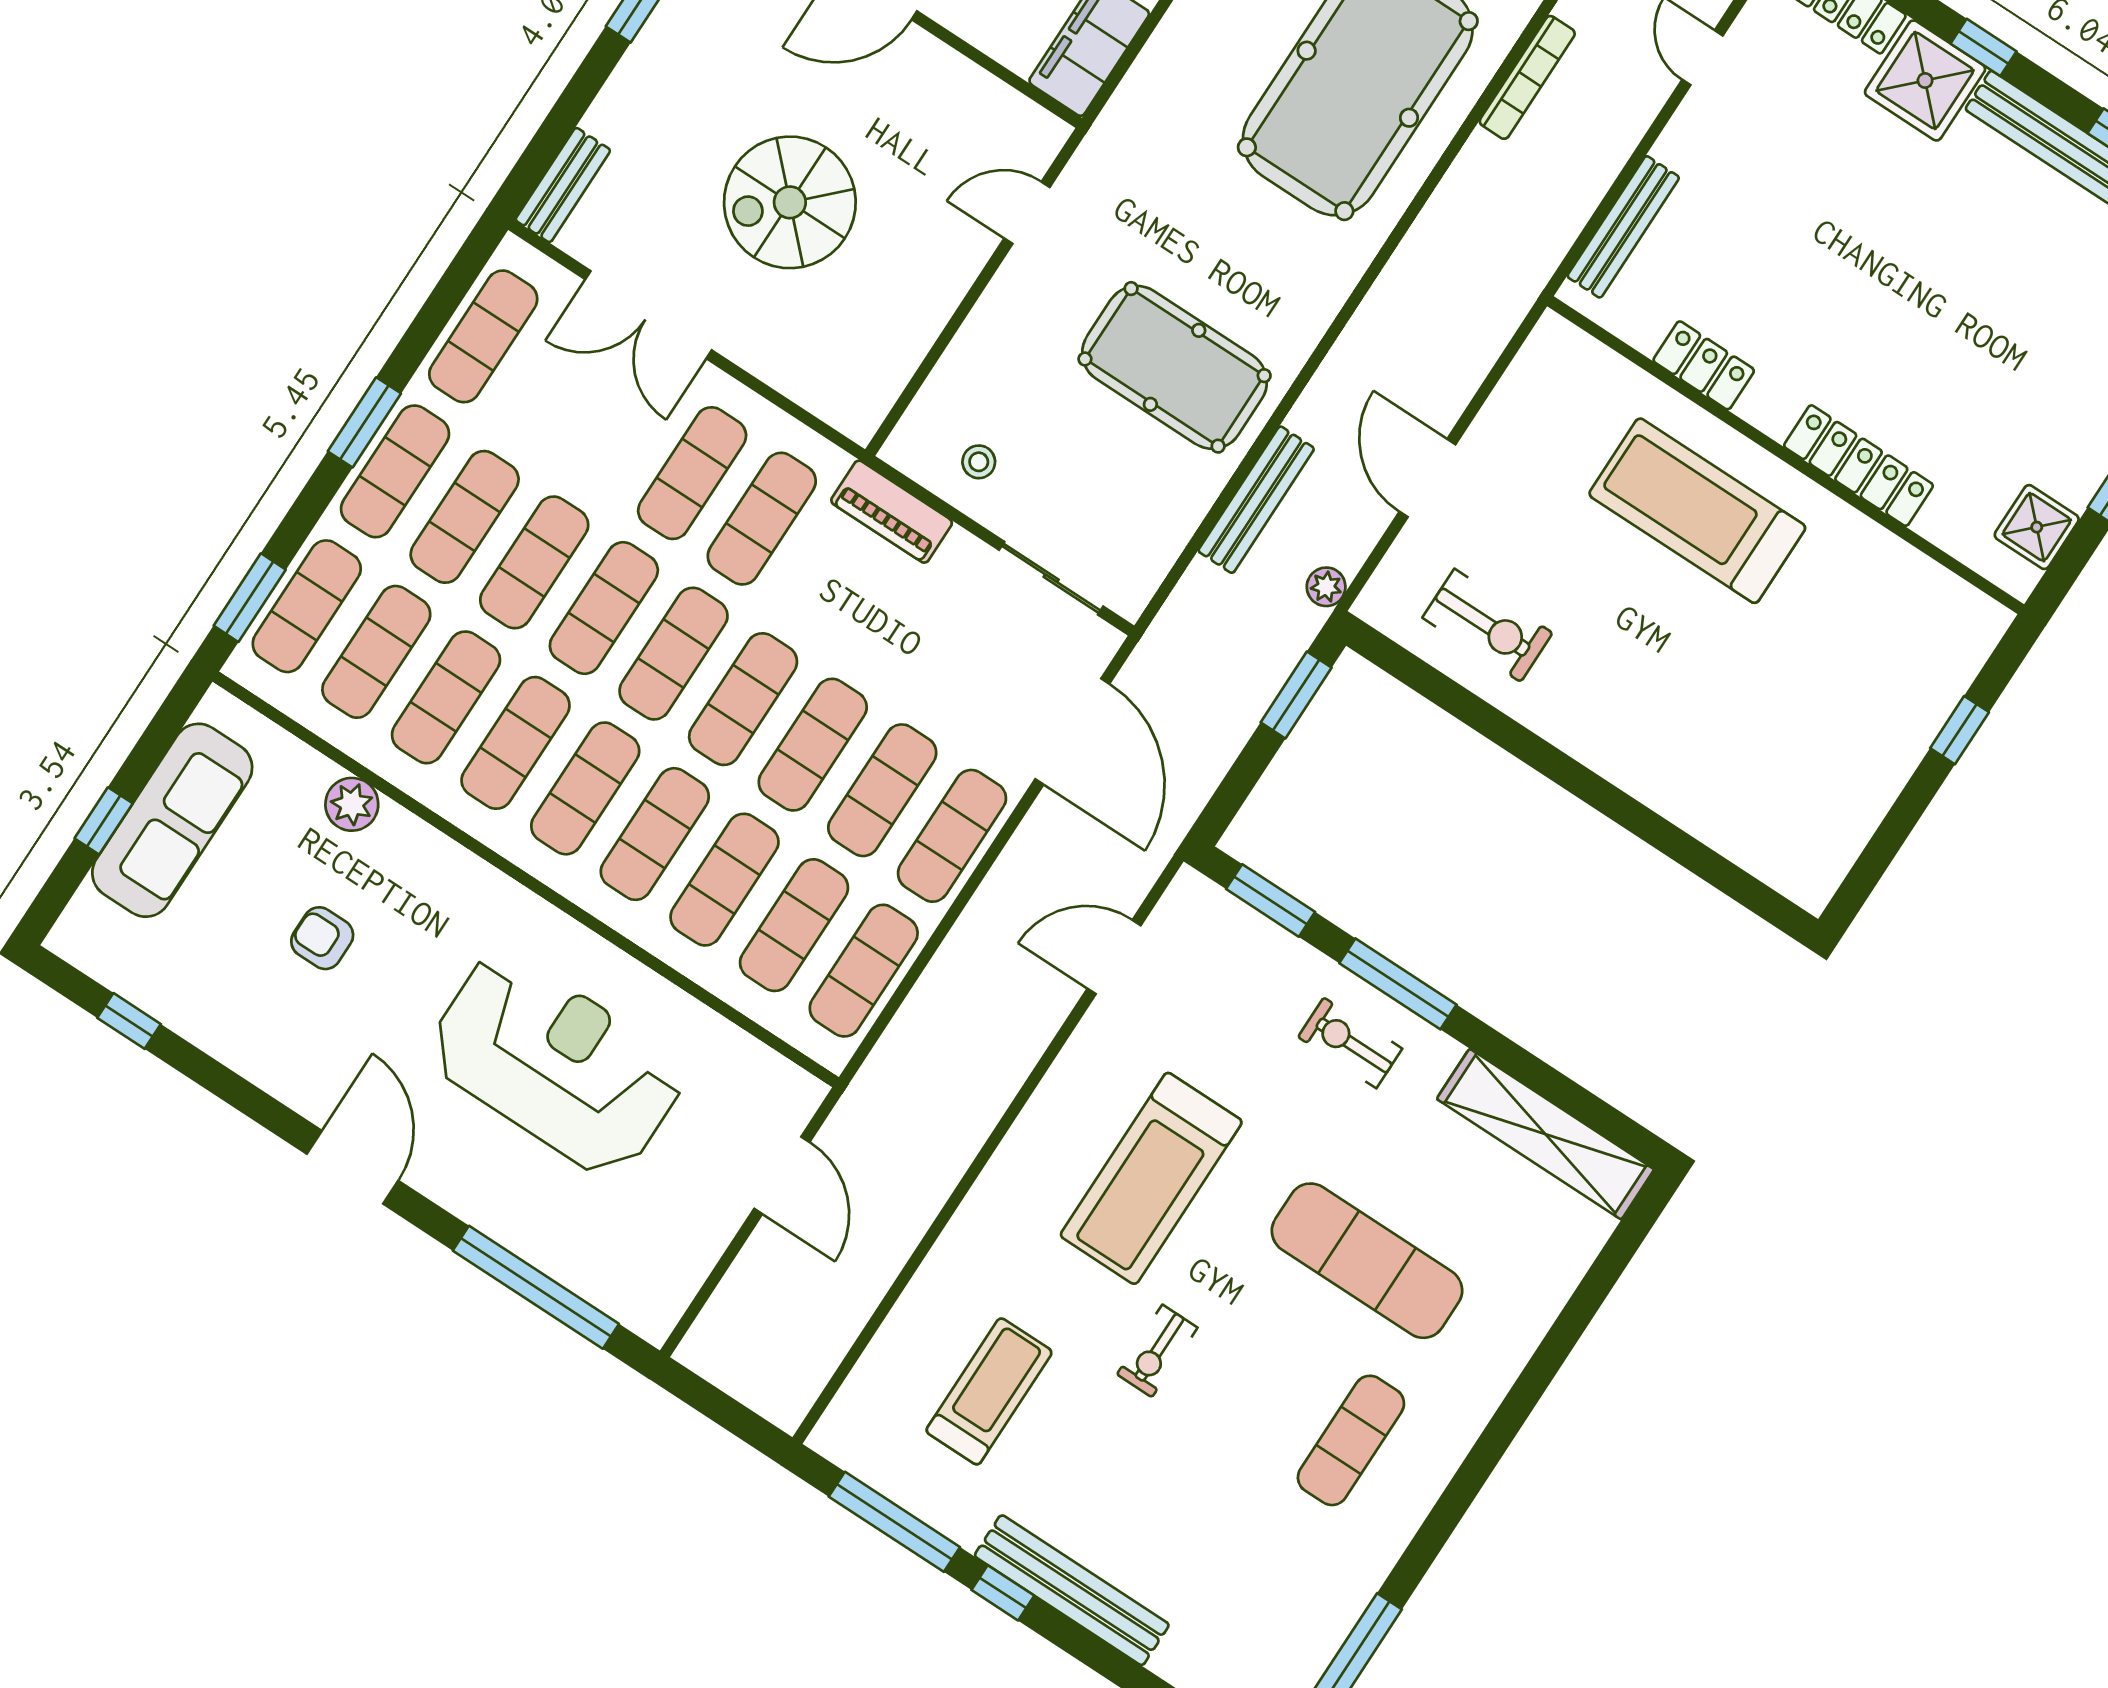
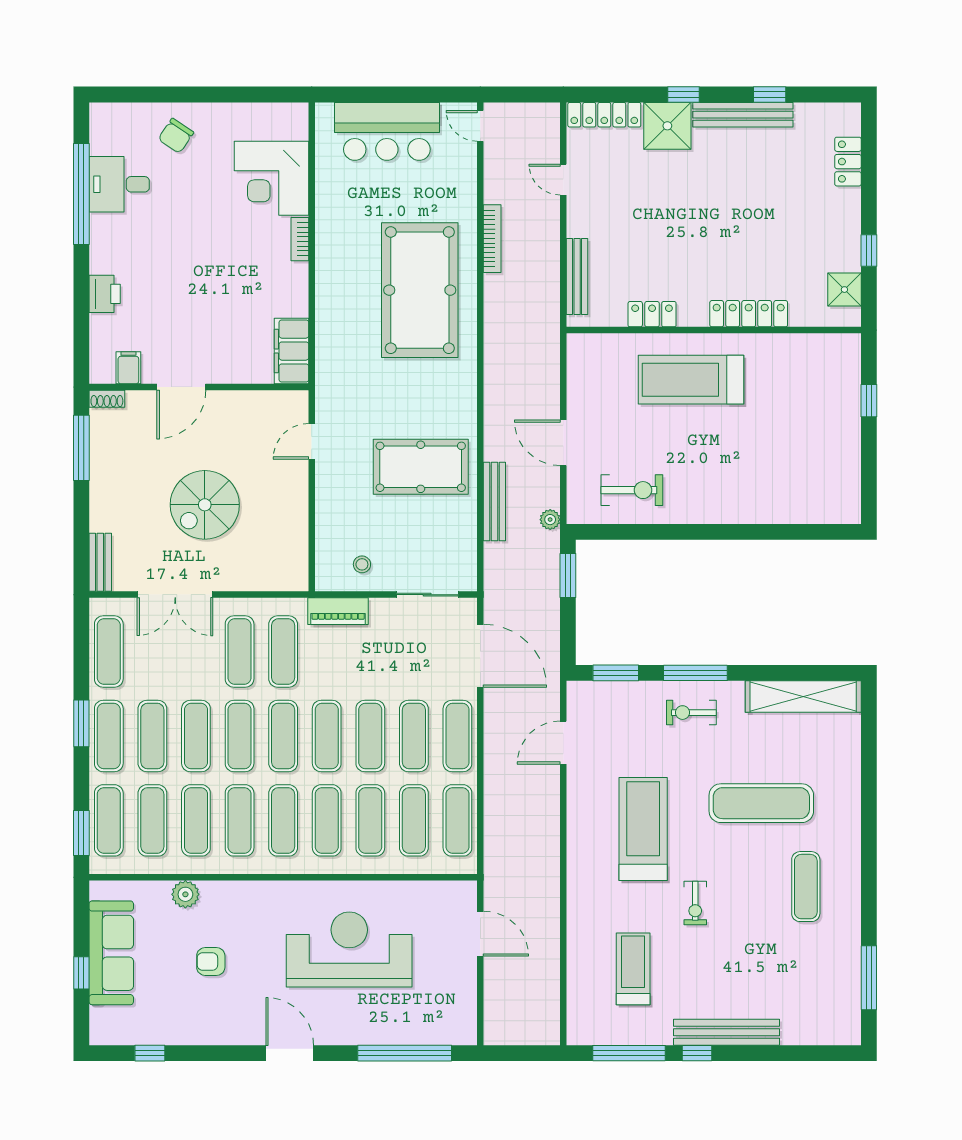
treadmill: (1151, 1178) -> (643, 829), turned 180

